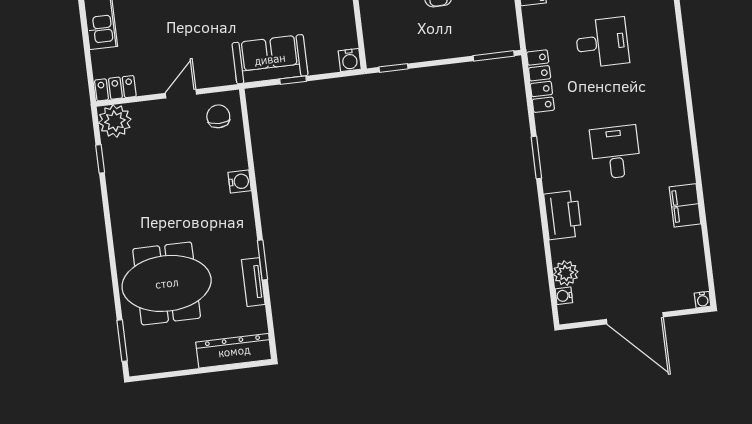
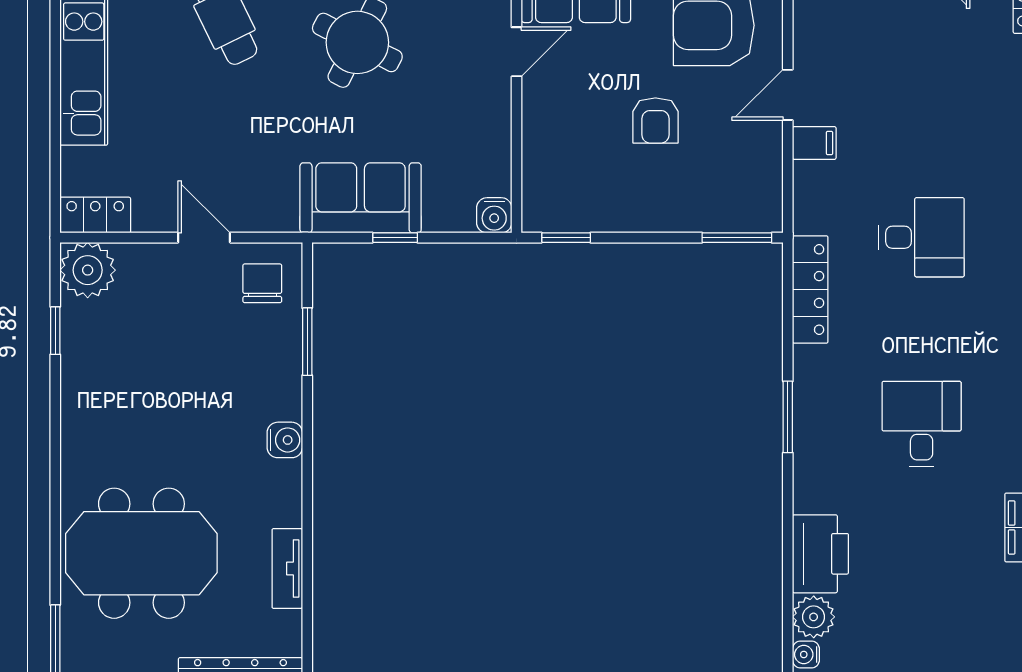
door: (181, 94) -> (204, 238), hinge flipped
water cooler: (240, 181) -> (285, 440), moved
printer: (563, 215) -> (820, 554), moved
window: (262, 260) -> (307, 342), moved

